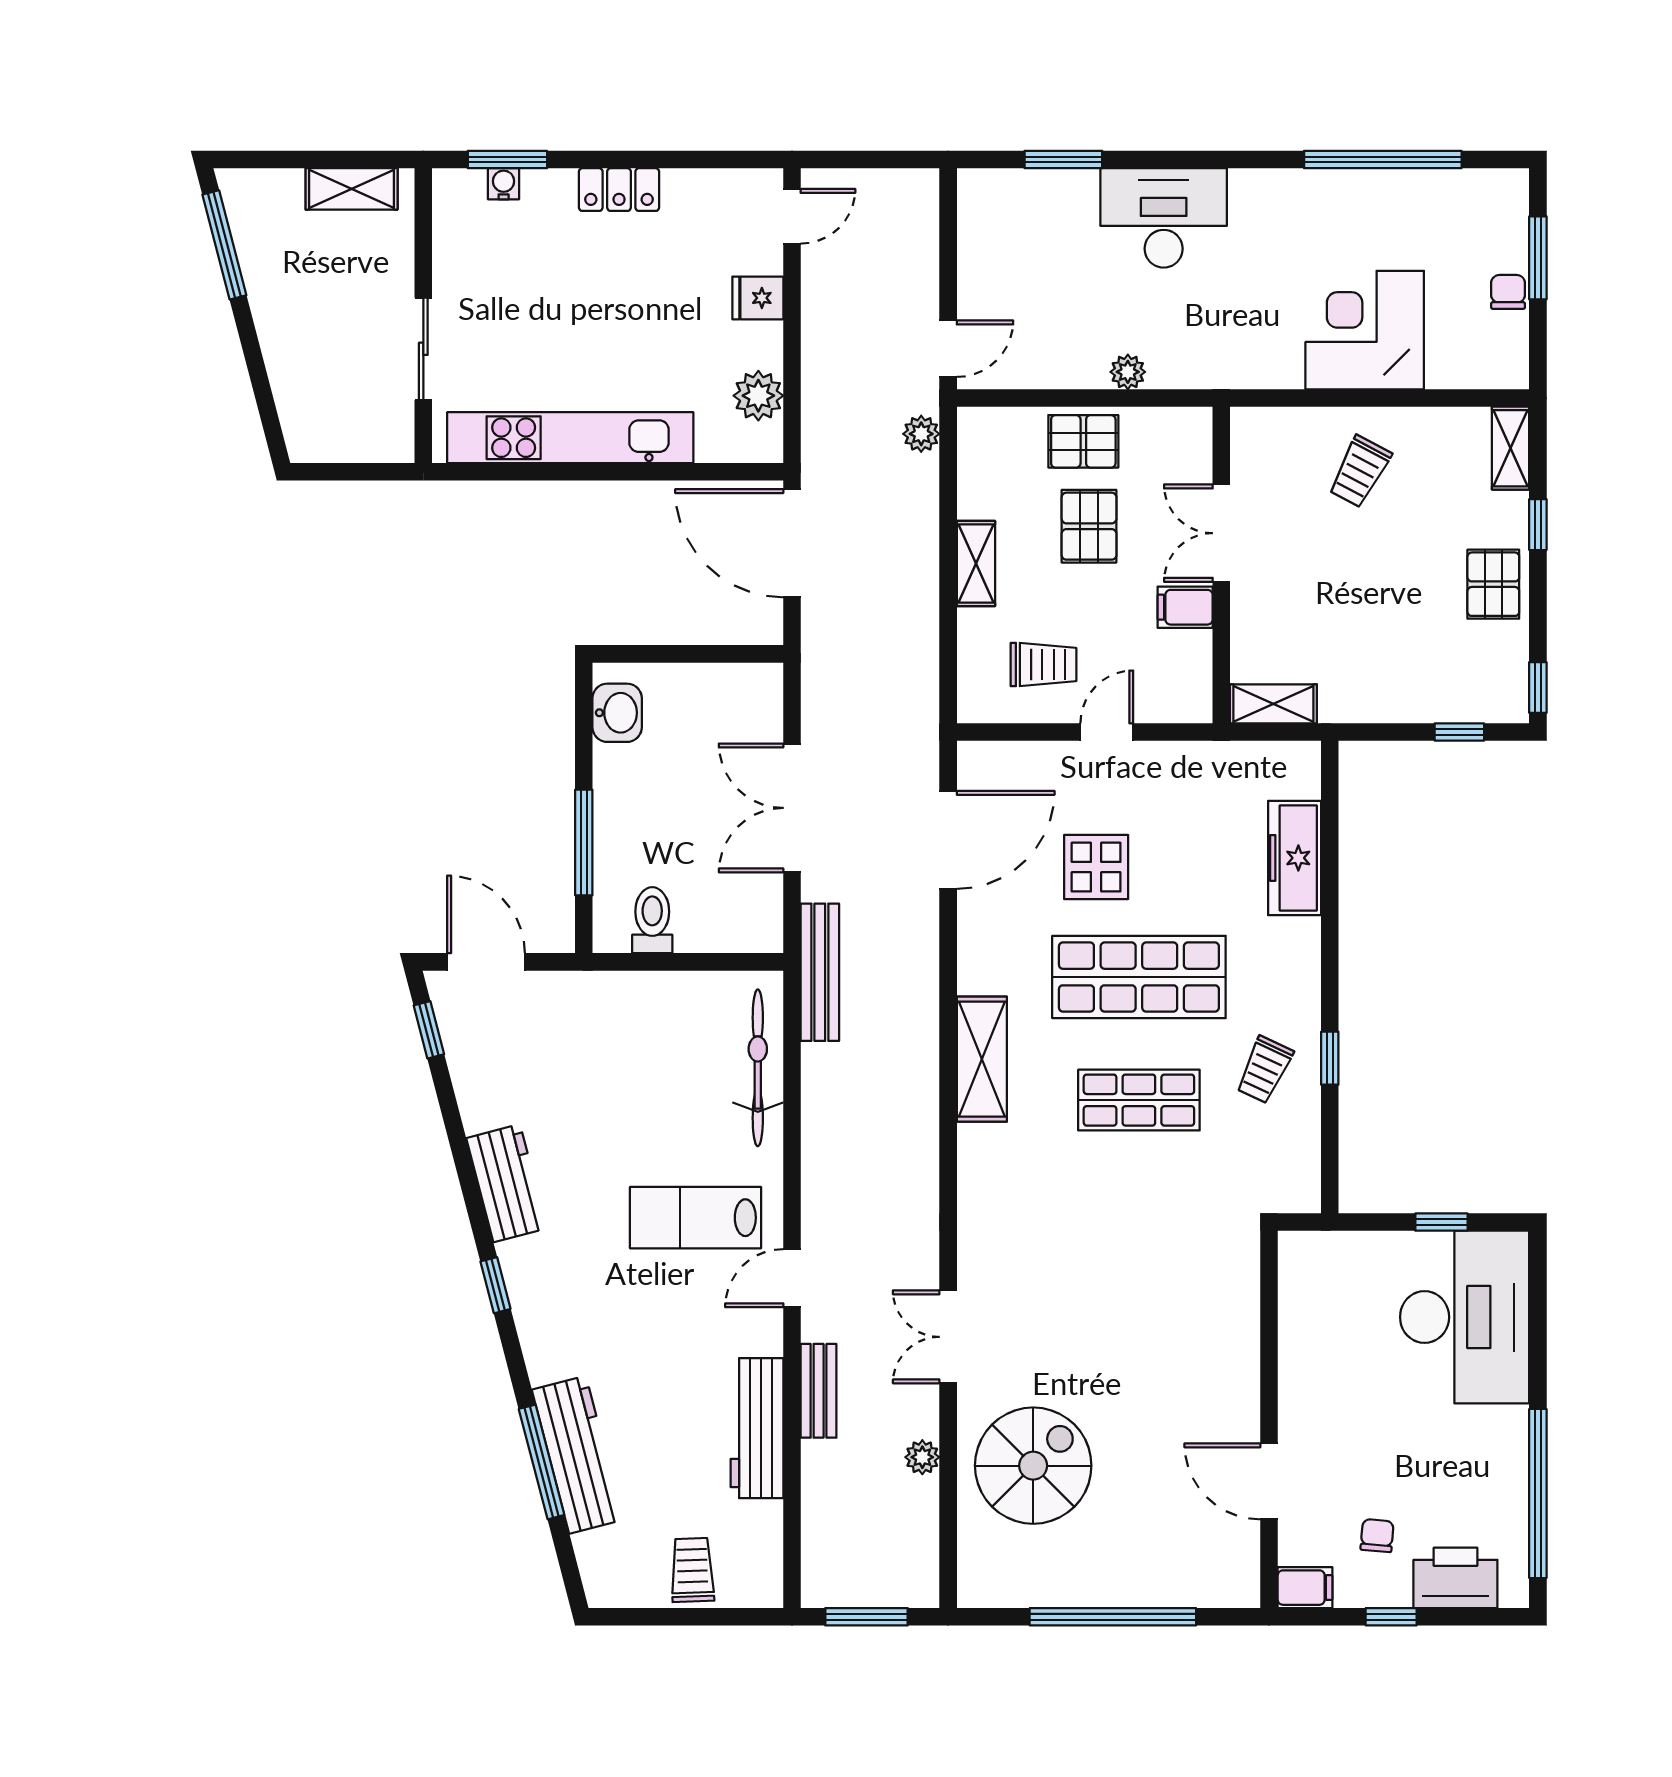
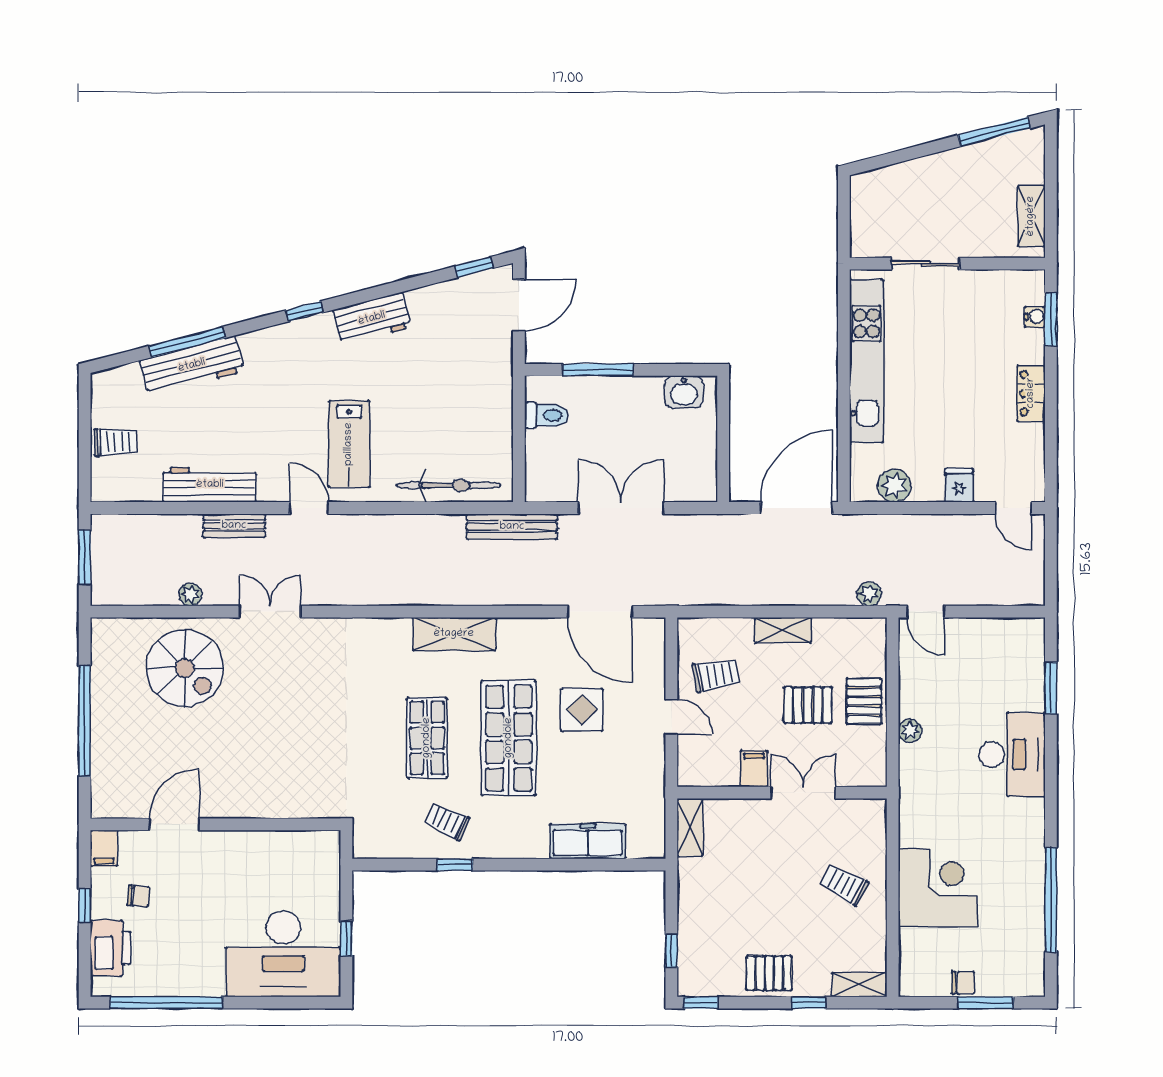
trolley: (1043, 665) -> (716, 675), turned -100
lab bench: (696, 1218) -> (349, 444), turned 180

